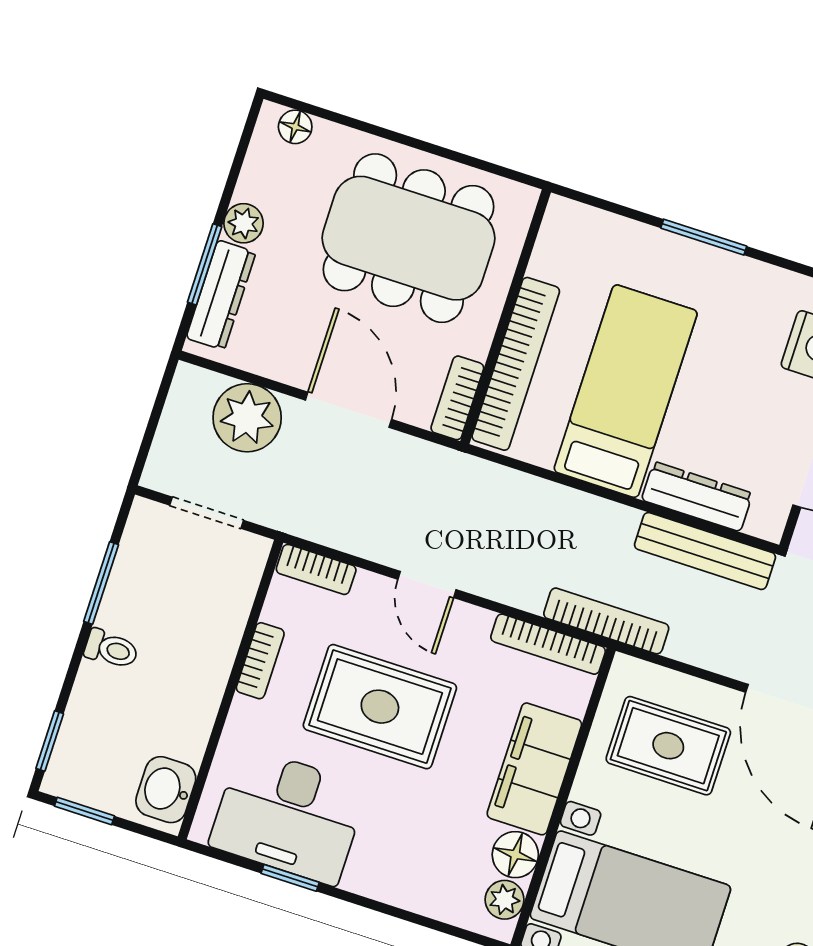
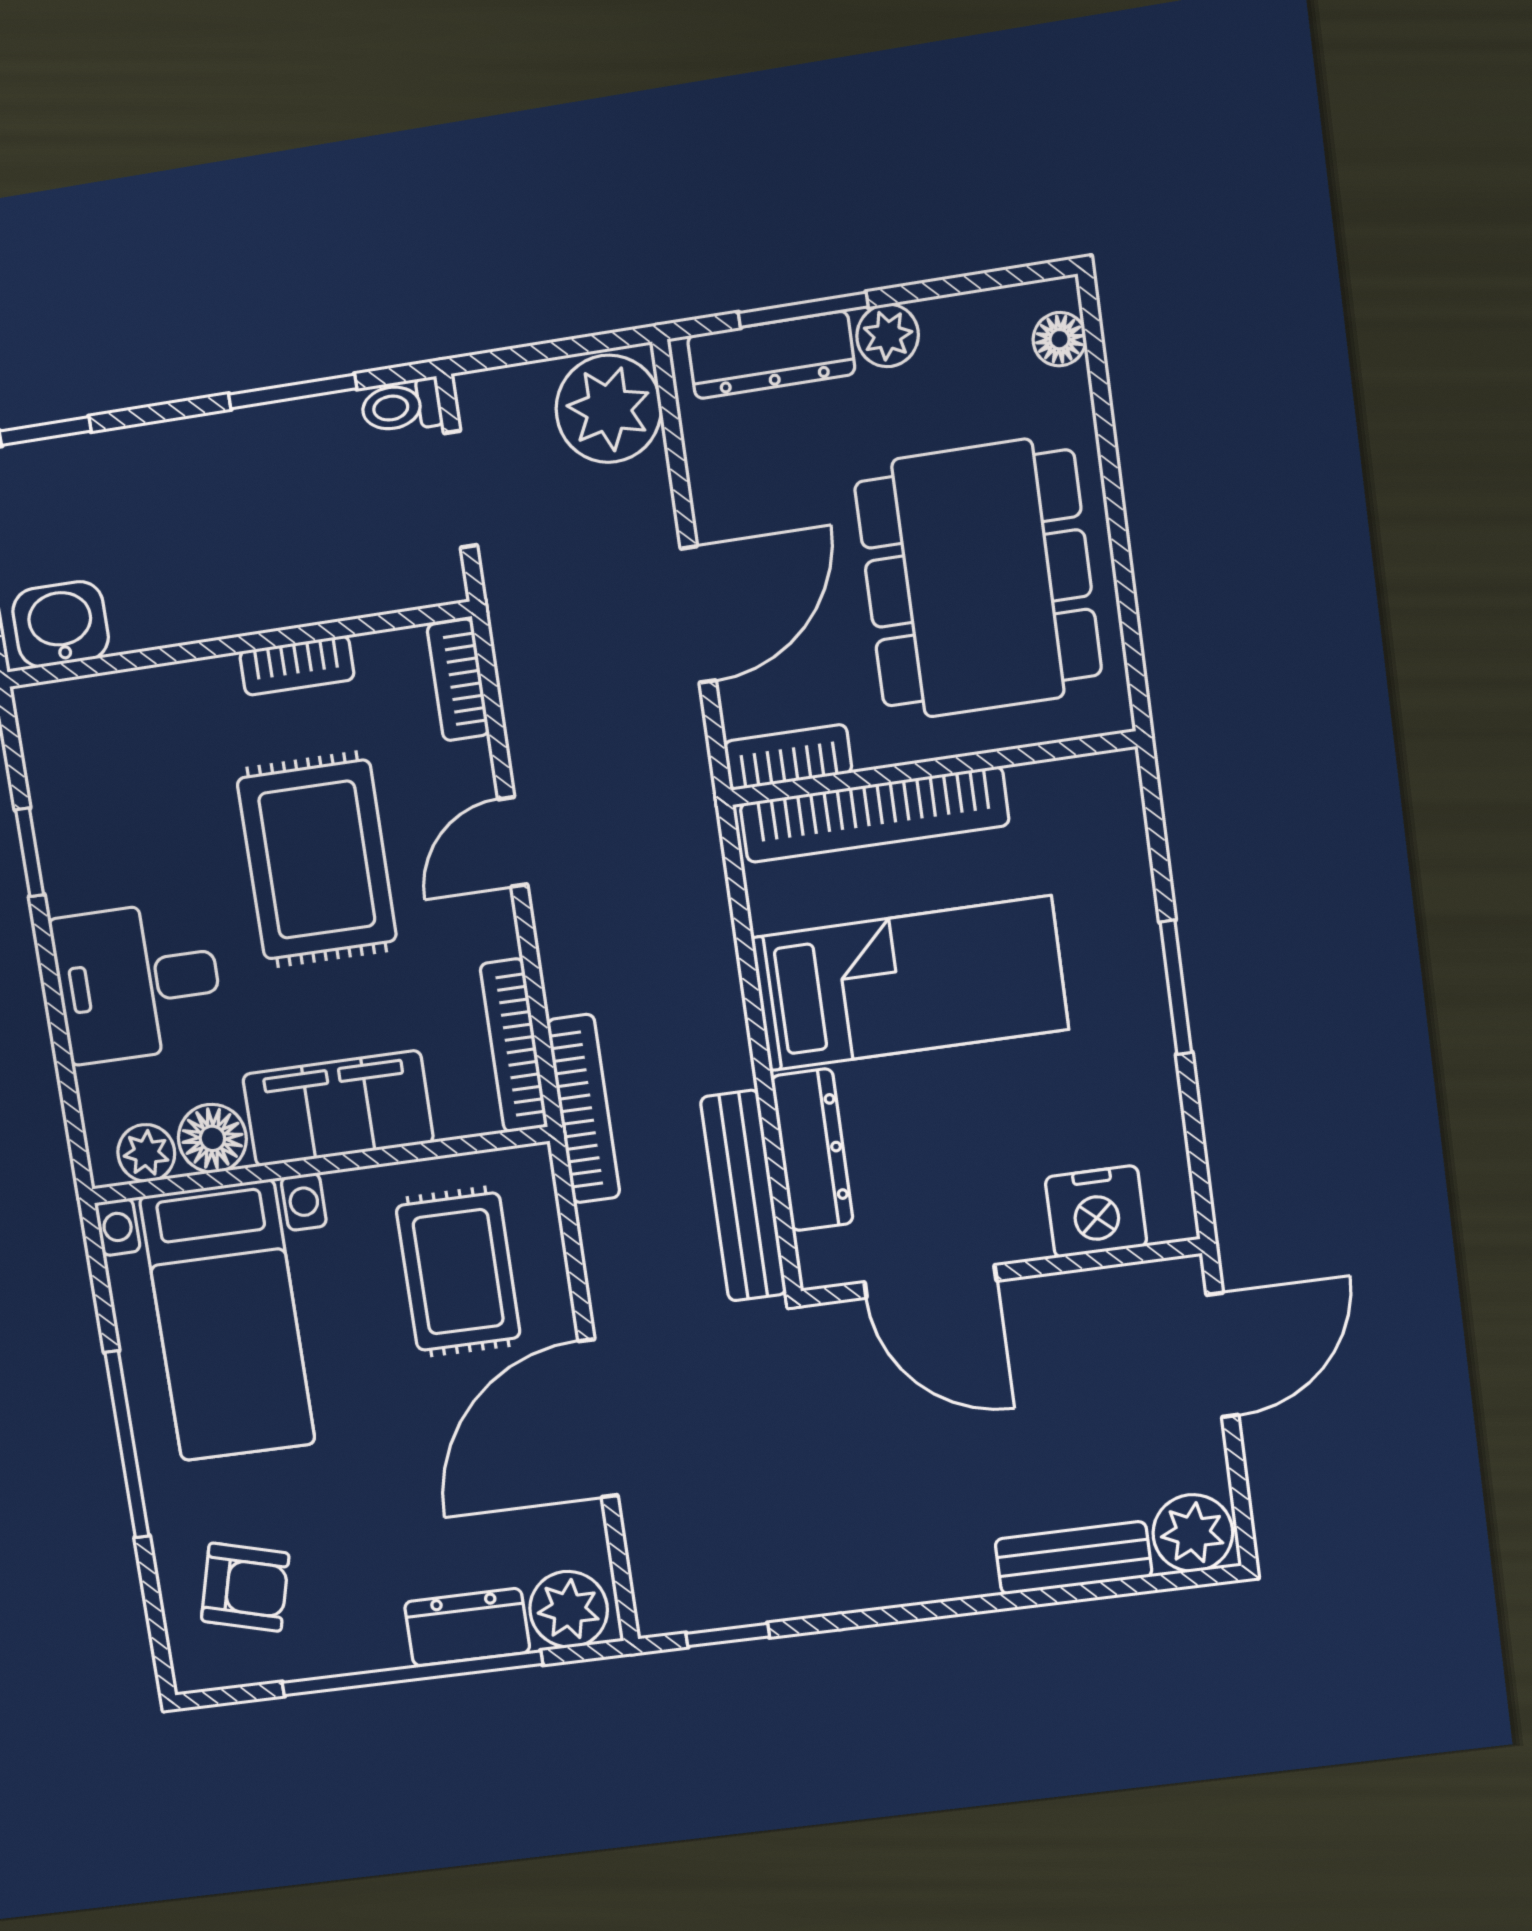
plant: (247, 418) -> (609, 409), moved
toilet: (111, 649) -> (402, 406), moved, turned 90
desk: (288, 816) -> (138, 982), moved, width x0.73

